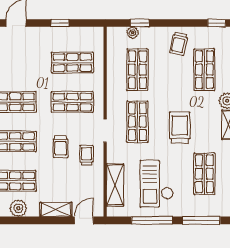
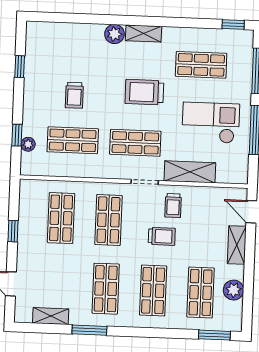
window: (217, 23) -> (20, 67), moved
trolley: (179, 44) -> (74, 95), moved, turned 78
shop shelf: (204, 70) -> (76, 60), removed
trolley: (87, 155) -> (173, 206), turned -90
checkout: (157, 184) -> (211, 123), turned 180
shelving: (115, 185) -> (190, 172), moved

